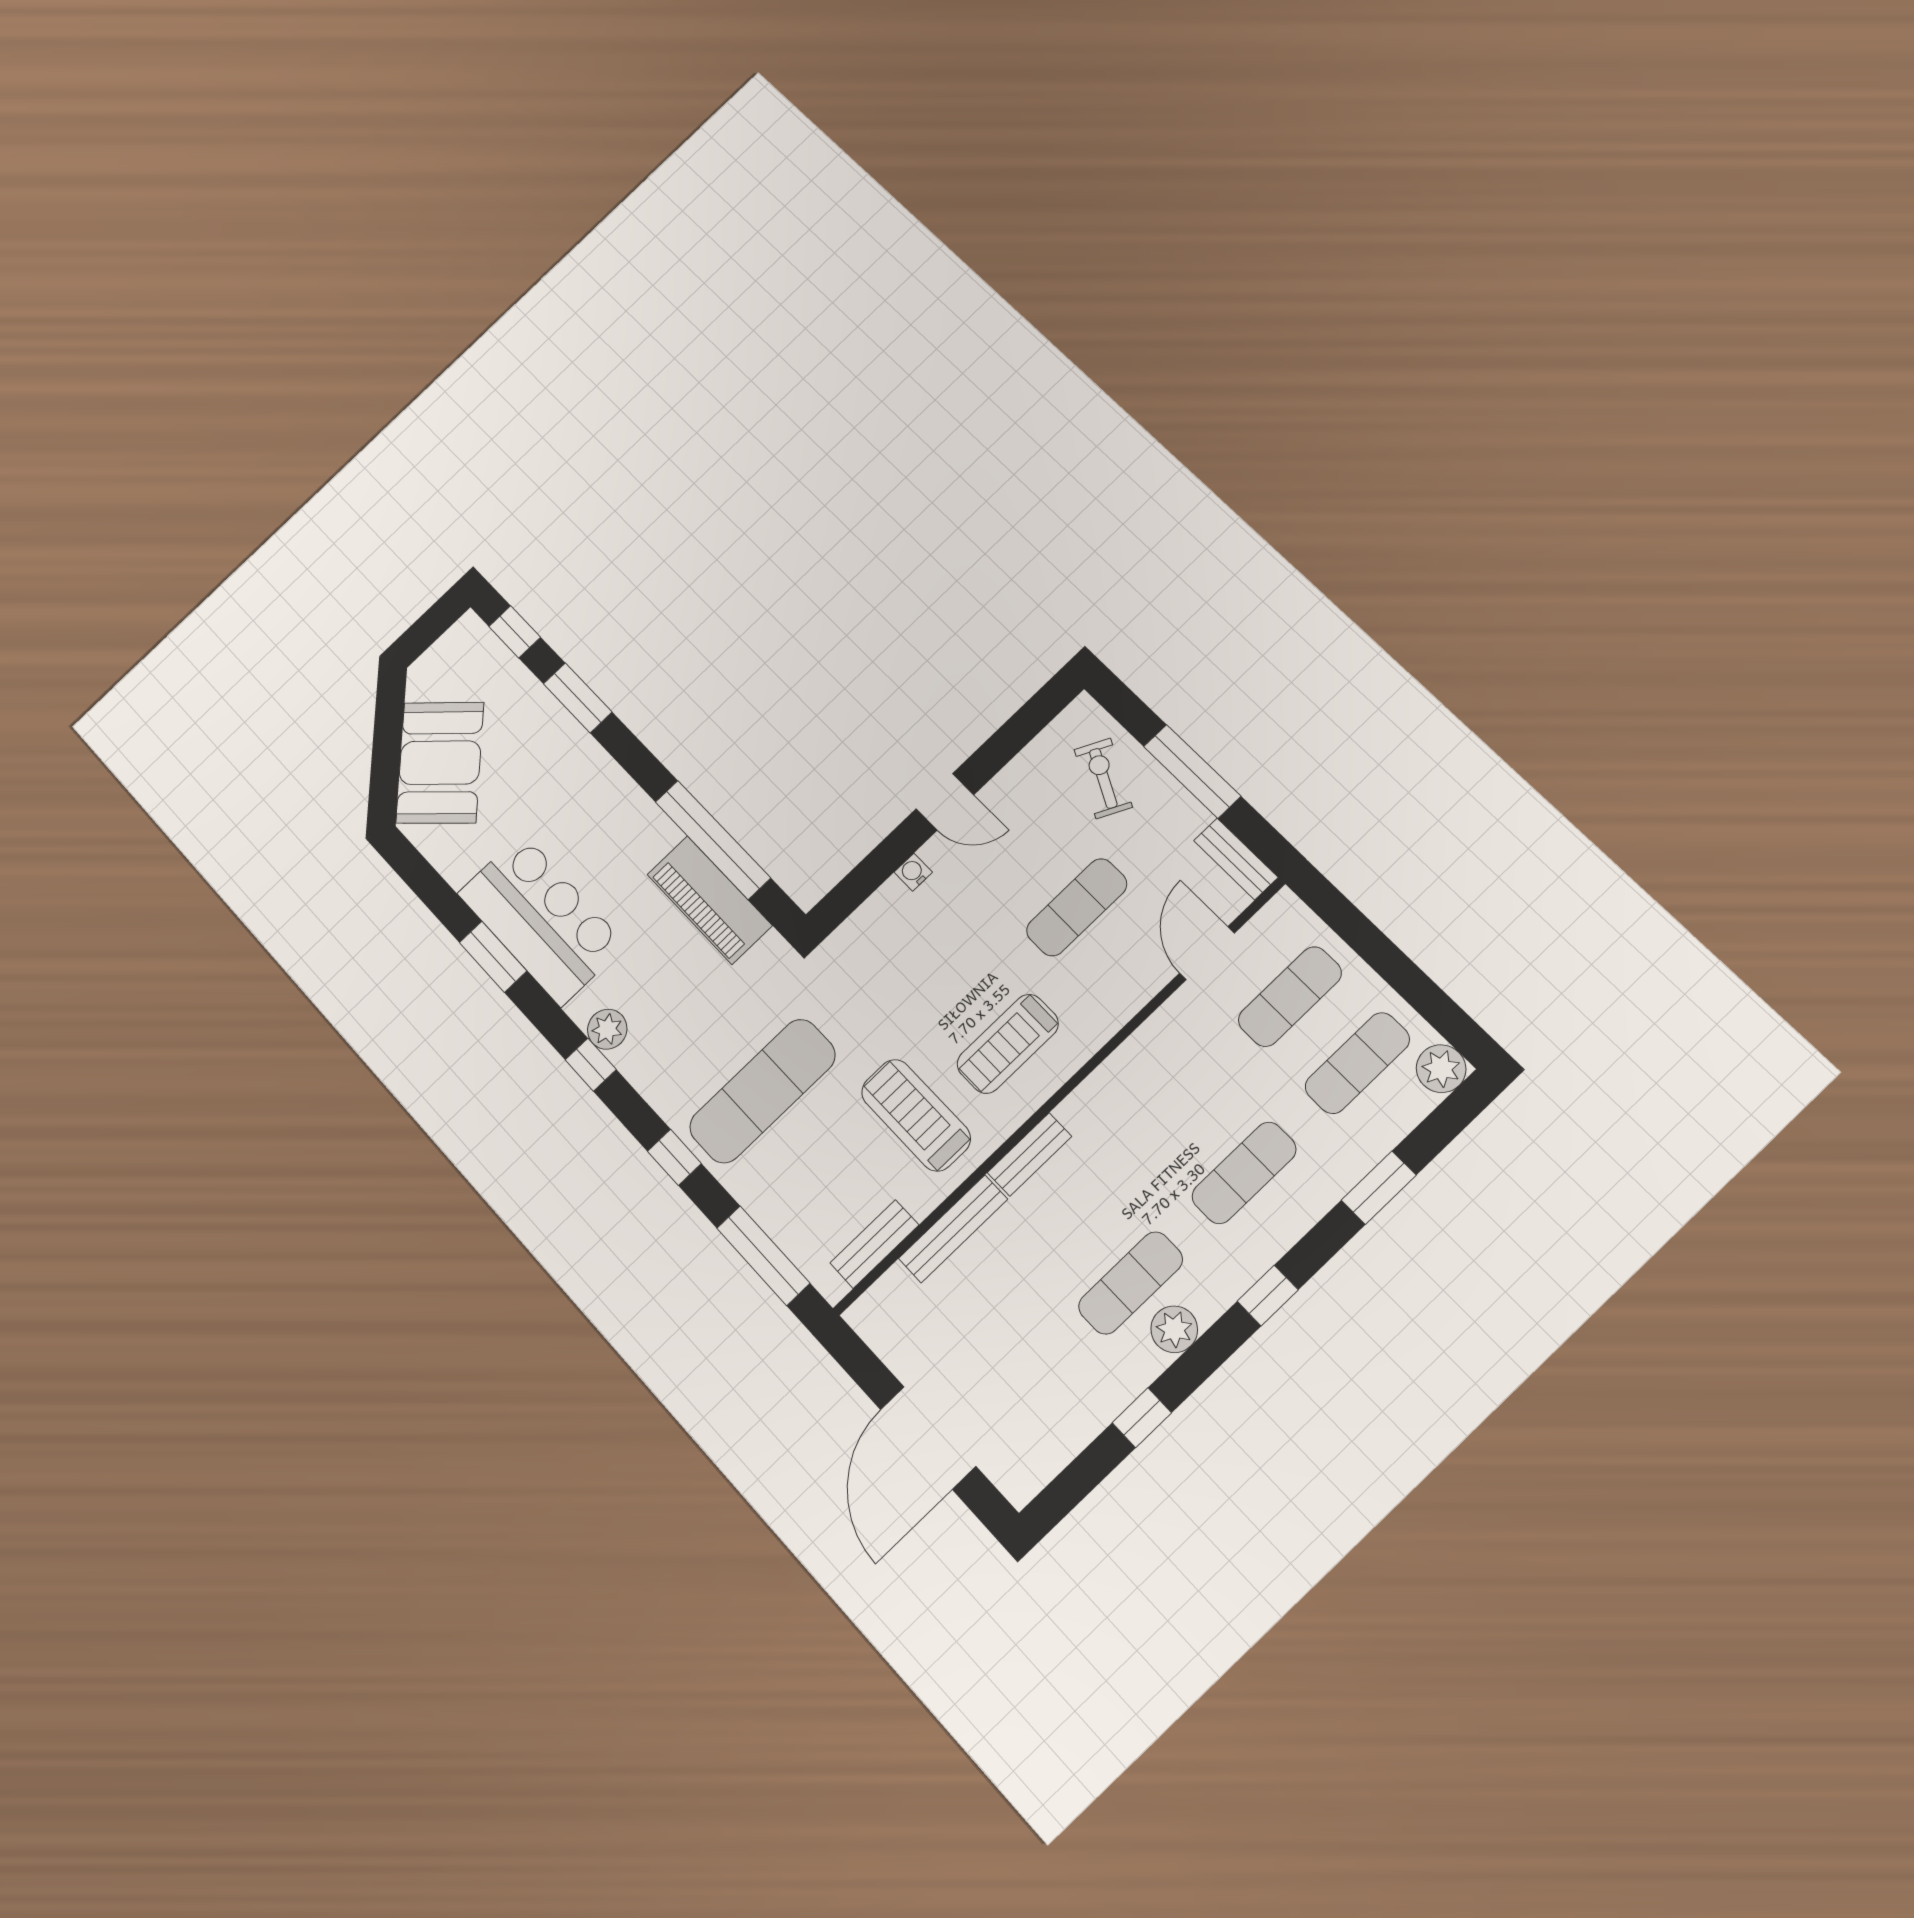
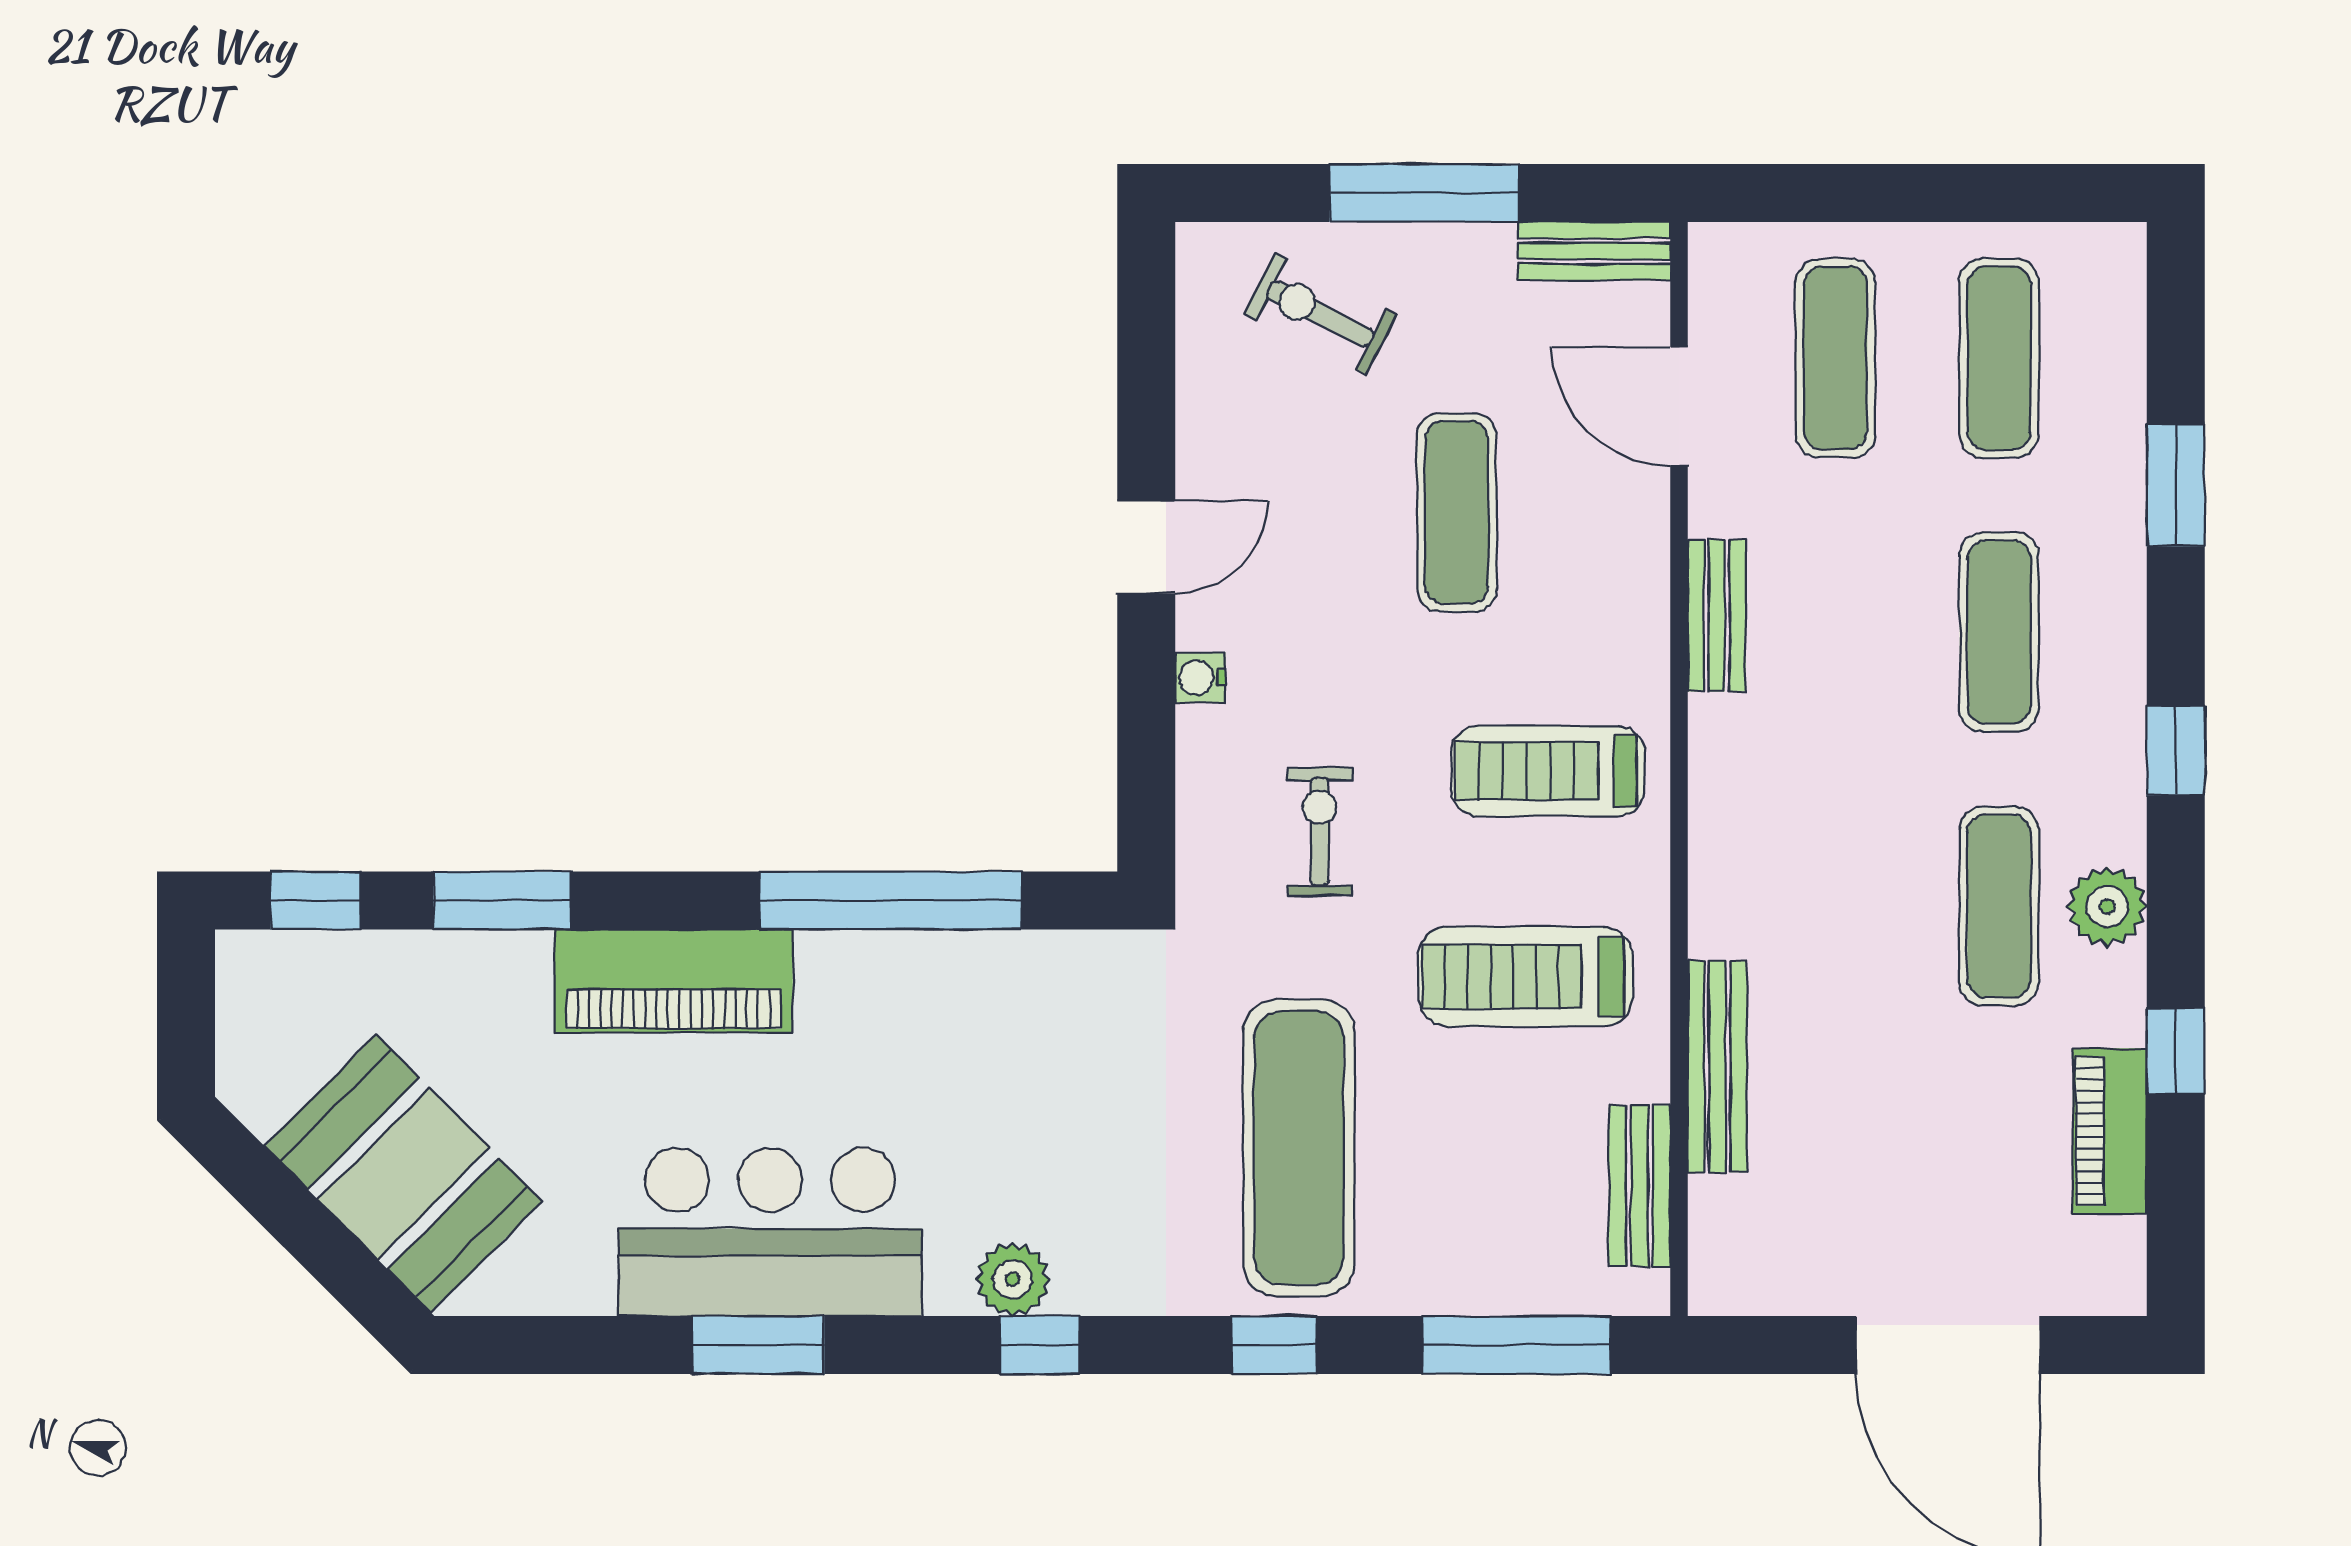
piano: (709, 900) -> (674, 981), moved
exercise bike: (897, 977) -> (1320, 832), added
treadmill: (1008, 1044) -> (1548, 771), turned 90
plant: (1441, 1069) -> (2105, 263), removed
bench: (1029, 1154) -> (1717, 616), moved
piano: (1082, 1422) -> (2110, 1131), added

